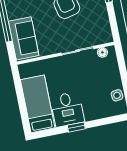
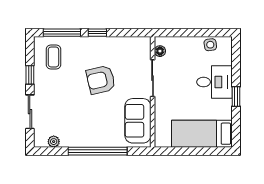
sofa: (24, 38) -> (138, 121), moved, turned -90
desk: (67, 109) -> (215, 82), moved

